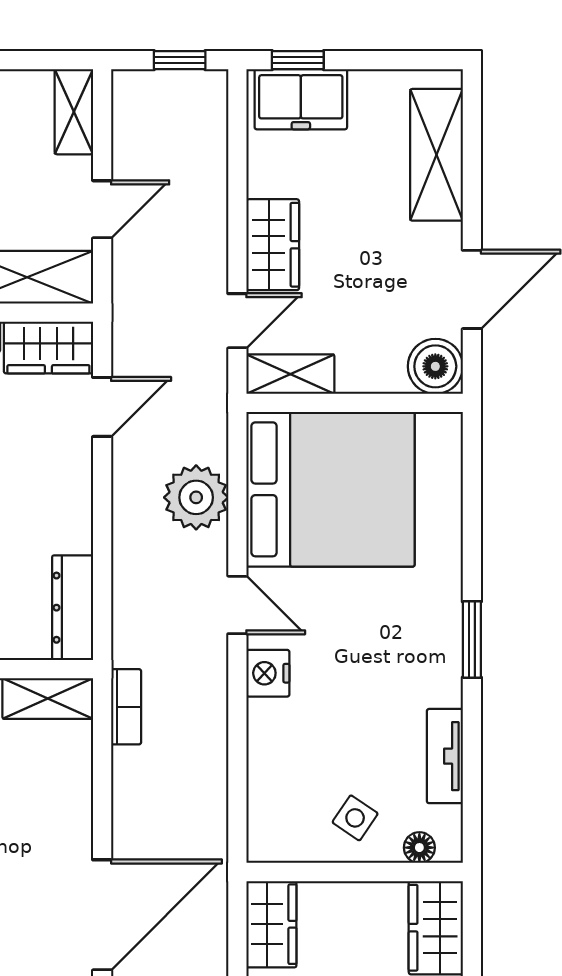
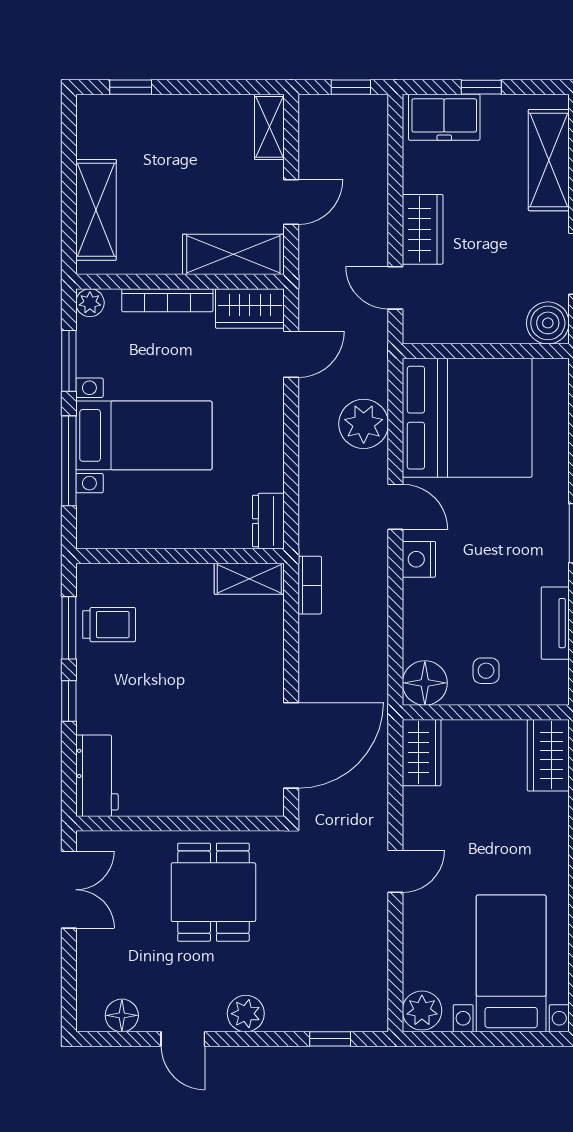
window: (298, 60) -> (481, 87), moved
door: (237, 321) -> (395, 288), swing flipped
shelving: (290, 374) -> (436, 329), removed
dresser: (73, 608) -> (268, 521), width x0.70
side table: (355, 818) -> (486, 671), turned -34
floor lamp: (419, 848) -> (425, 683), moved, width x1.89, depth x1.89

